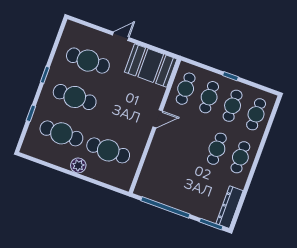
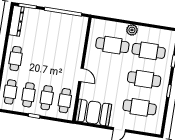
door: (158, 119) -> (81, 75), swing flipped
cafe table: (217, 149) -> (34, 61), removed

